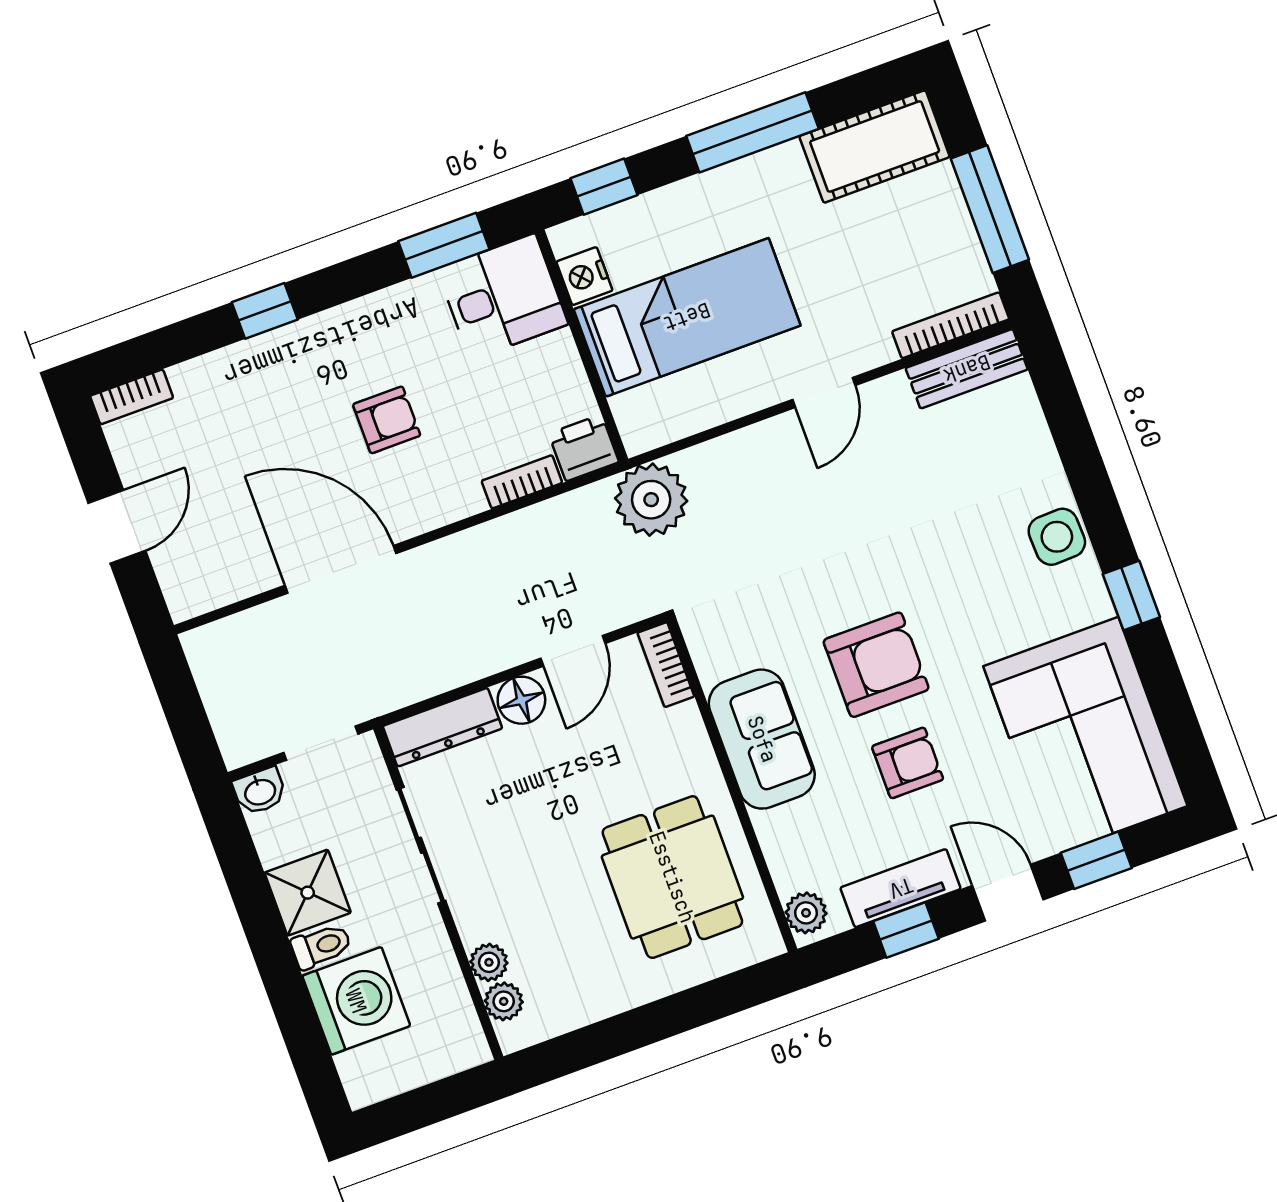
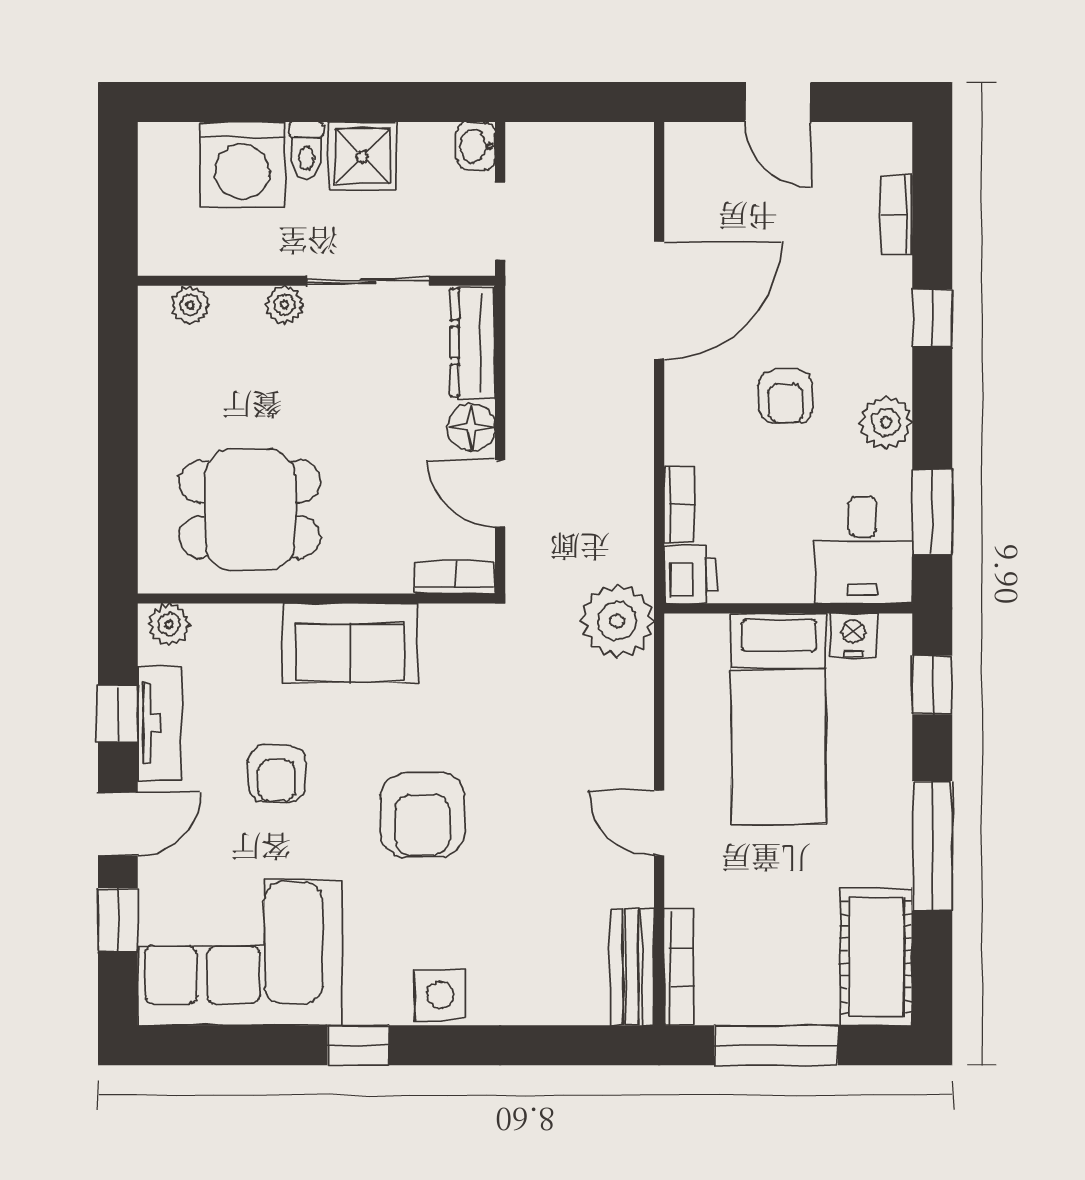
plant: (377, 318) -> (886, 422), added
bookcase: (132, 397) -> (897, 215), moved
armchair: (876, 665) -> (422, 815), moved
plant: (489, 962) -> (285, 305), moved

